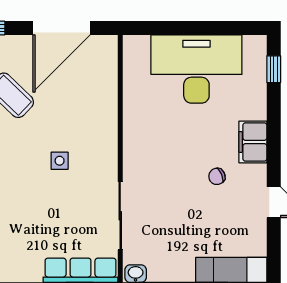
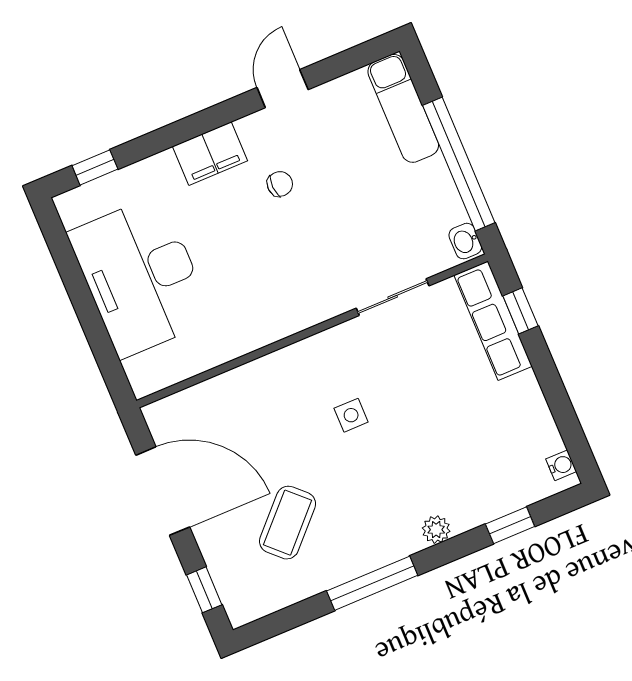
chair: (217, 176) -> (280, 184), turned -71
sliding door: (120, 216) -> (393, 297), width x0.73

